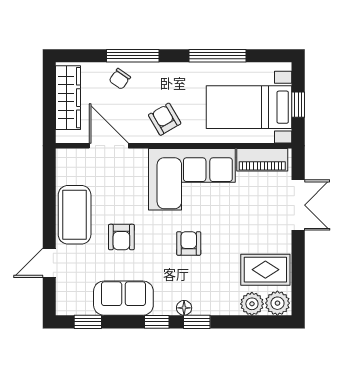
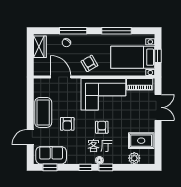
wardrobe: (68, 98) -> (40, 47), width x0.67
sofa: (123, 298) -> (51, 155), moved
plant: (277, 303) -> (147, 158), removed

